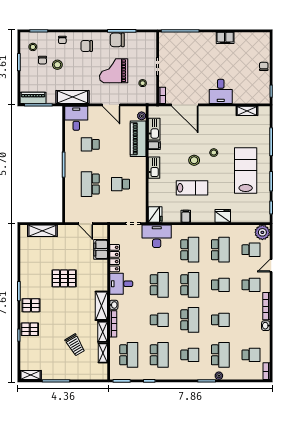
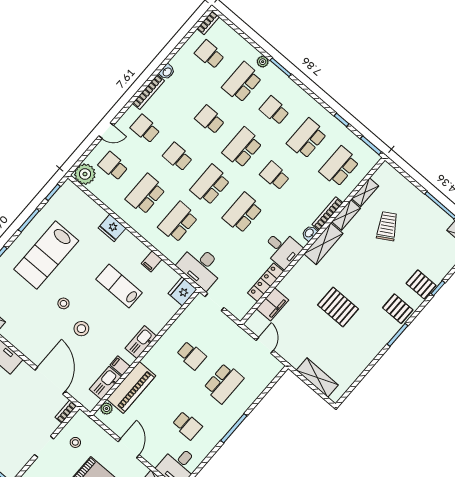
stool: (194, 160) -> (81, 329), moved

